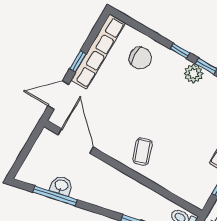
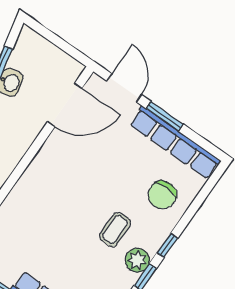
window: (78, 61) -> (165, 116), width x1.50
coffee table: (142, 151) -> (115, 230), moved, turned -71

